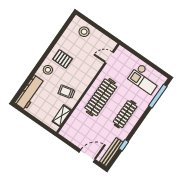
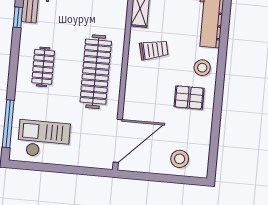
door: (109, 58) -> (118, 141), width x1.88
clothes rail: (125, 114) -> (43, 67), width x0.73

